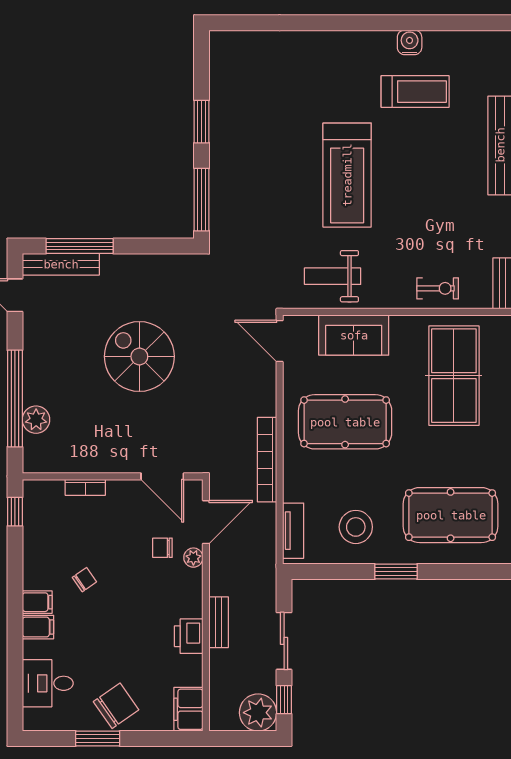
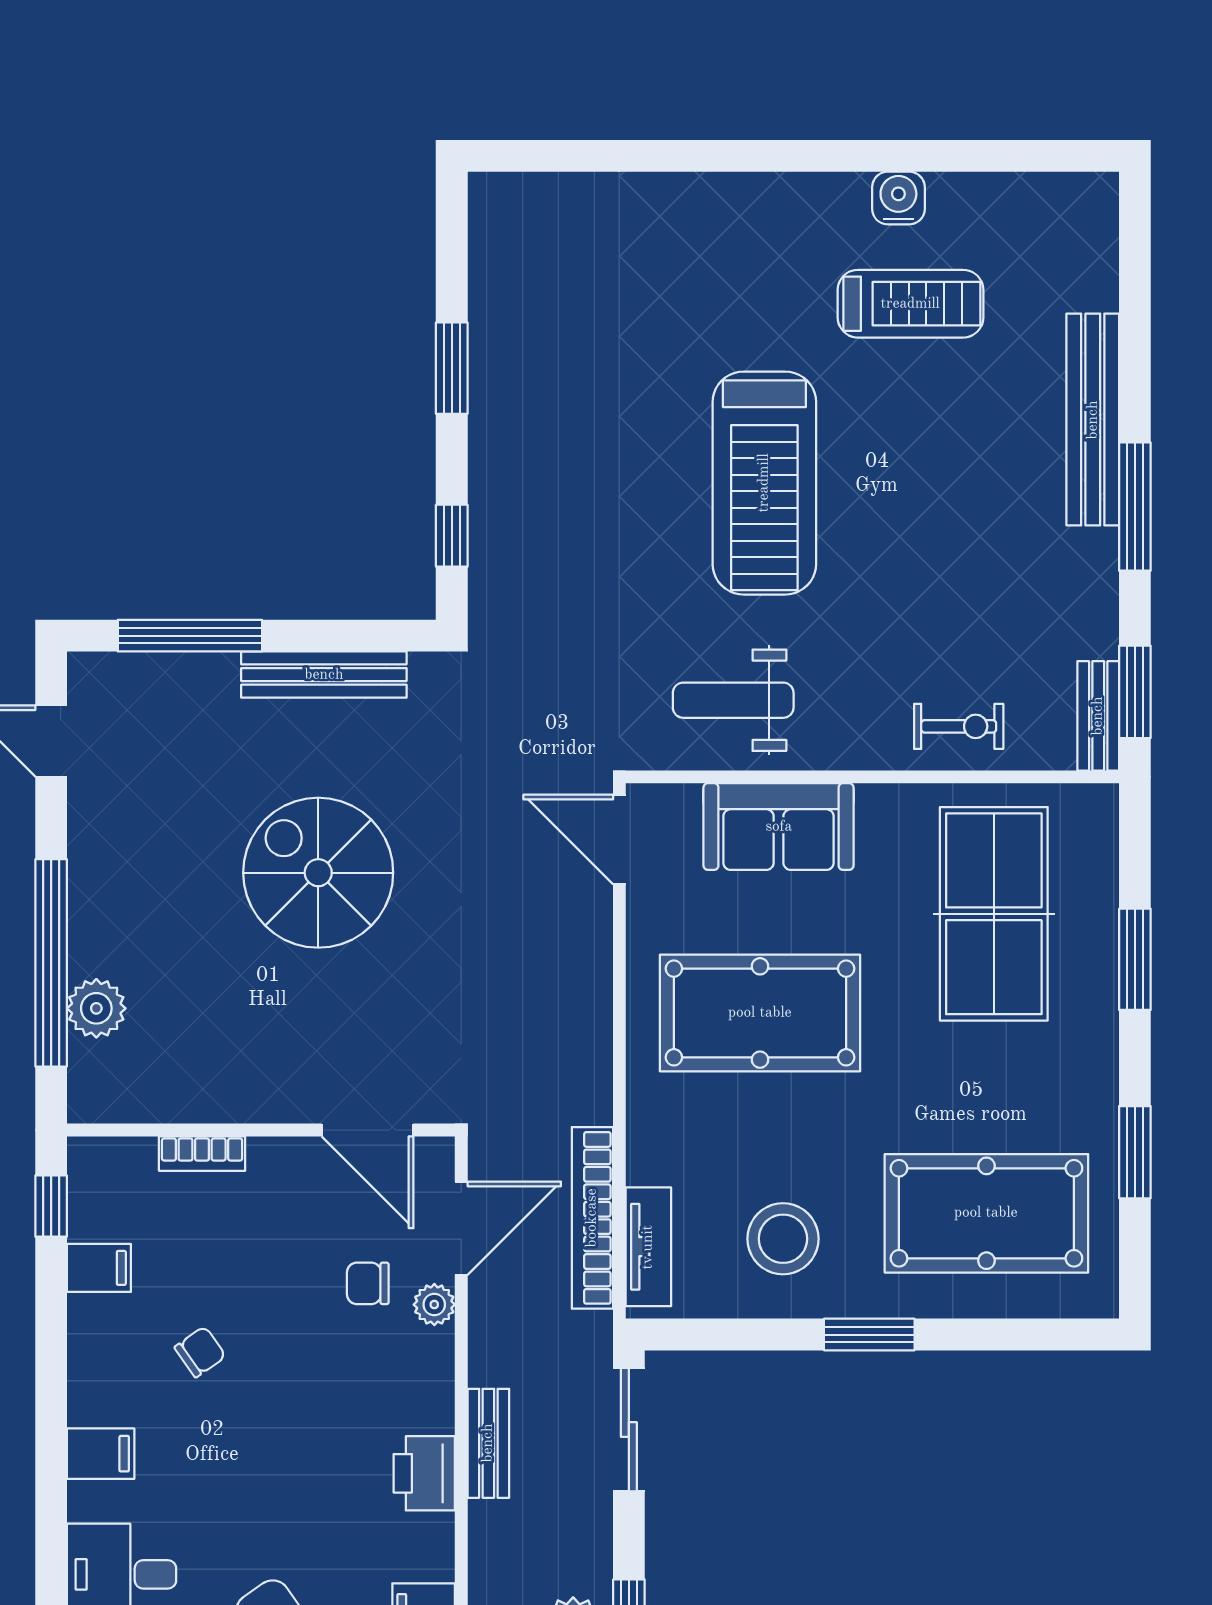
window: (202, 200) -> (452, 536), width x0.46
bench: (61, 264) -> (324, 675), moved
bookcase: (267, 460) -> (592, 1218), moved
filing cabinet: (37, 602) -> (99, 1268), moved
sliding door: (284, 641) -> (629, 1430), moved

